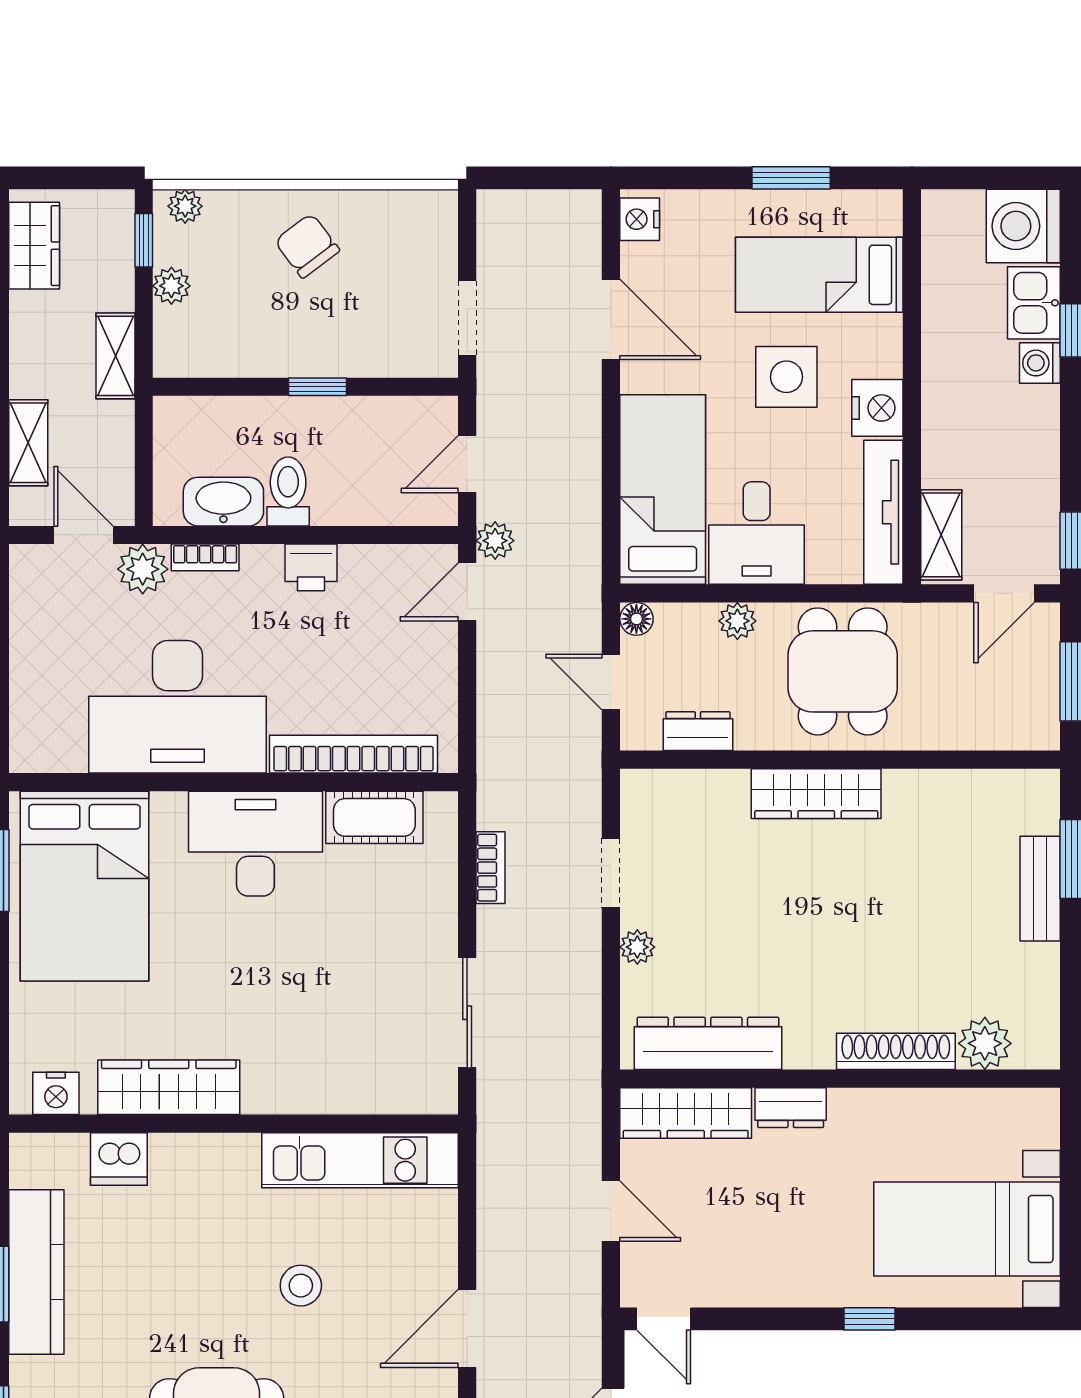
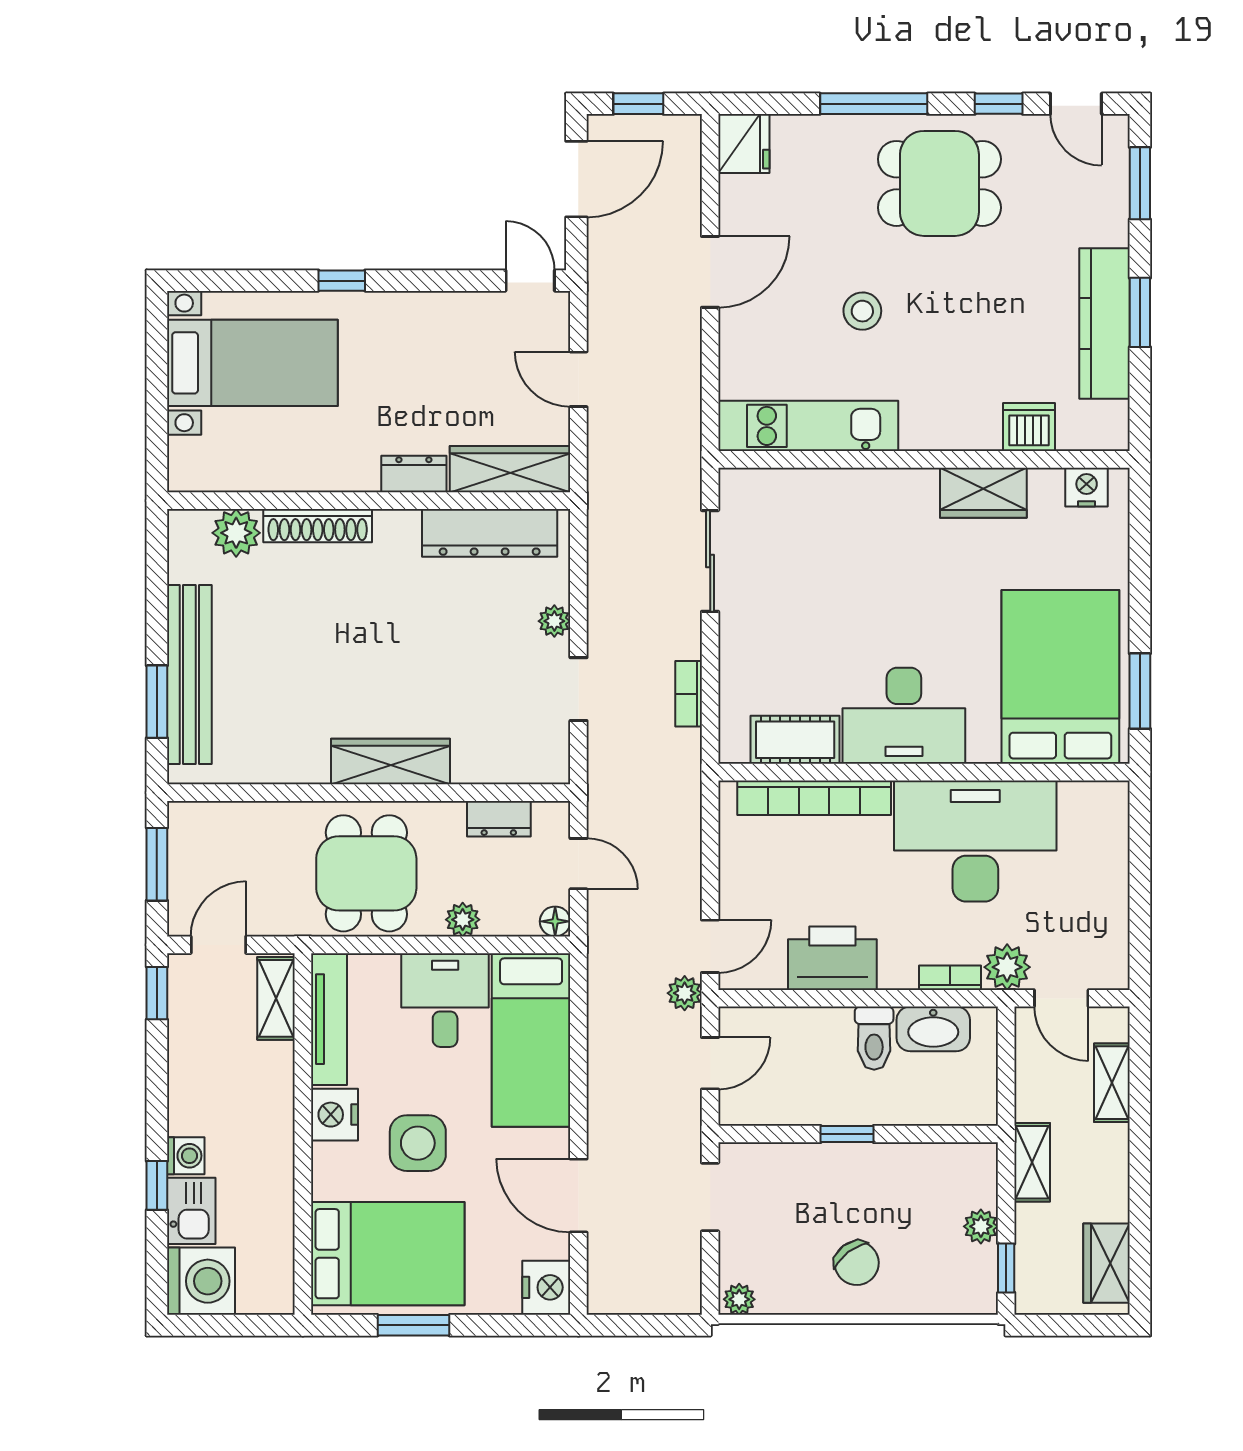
plant: (185, 206) -> (739, 1299), moved
nightstand: (640, 219) -> (546, 1287), width x1.36, depth x1.33
bed: (819, 275) -> (388, 1254), width x1.50
printer: (311, 567) -> (832, 958), width x1.87, depth x1.48
bench: (1040, 889) -> (189, 675), width x1.86, depth x1.21
wardrobe: (169, 1087) -> (983, 493), width x0.67

